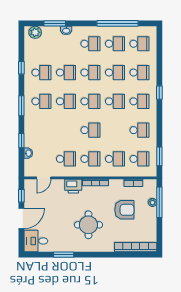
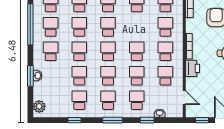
window: (55, 23) -> (30, 76), moved
school desk: (41, 130) -> (137, 100), added
school desk: (66, 130) -> (137, 76), added

